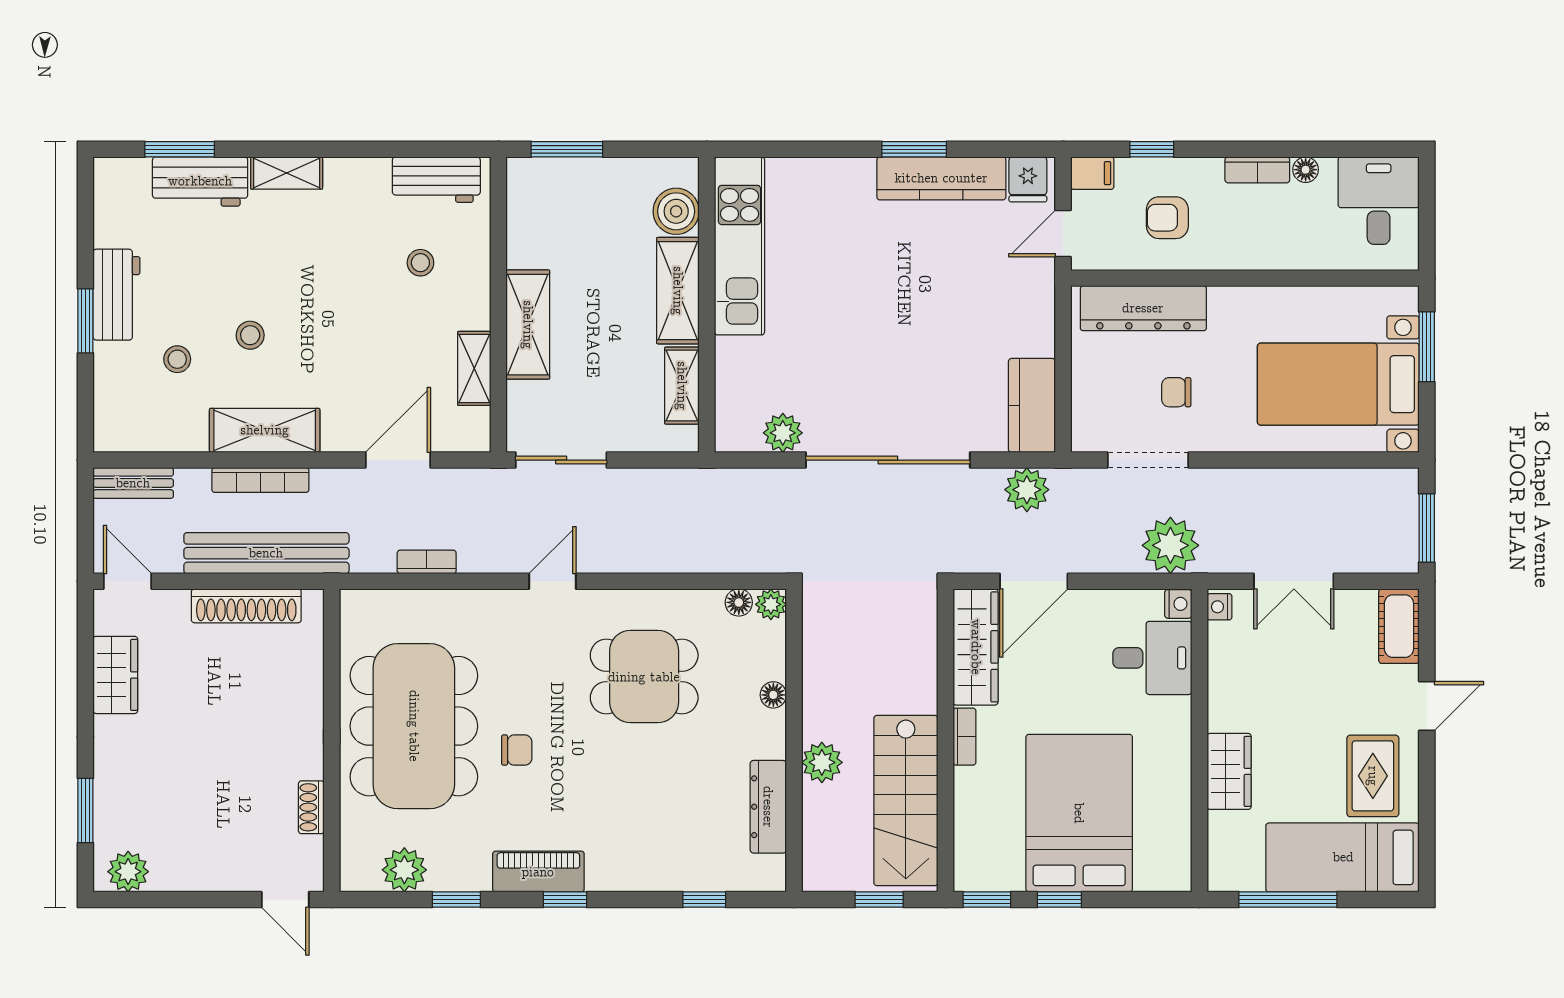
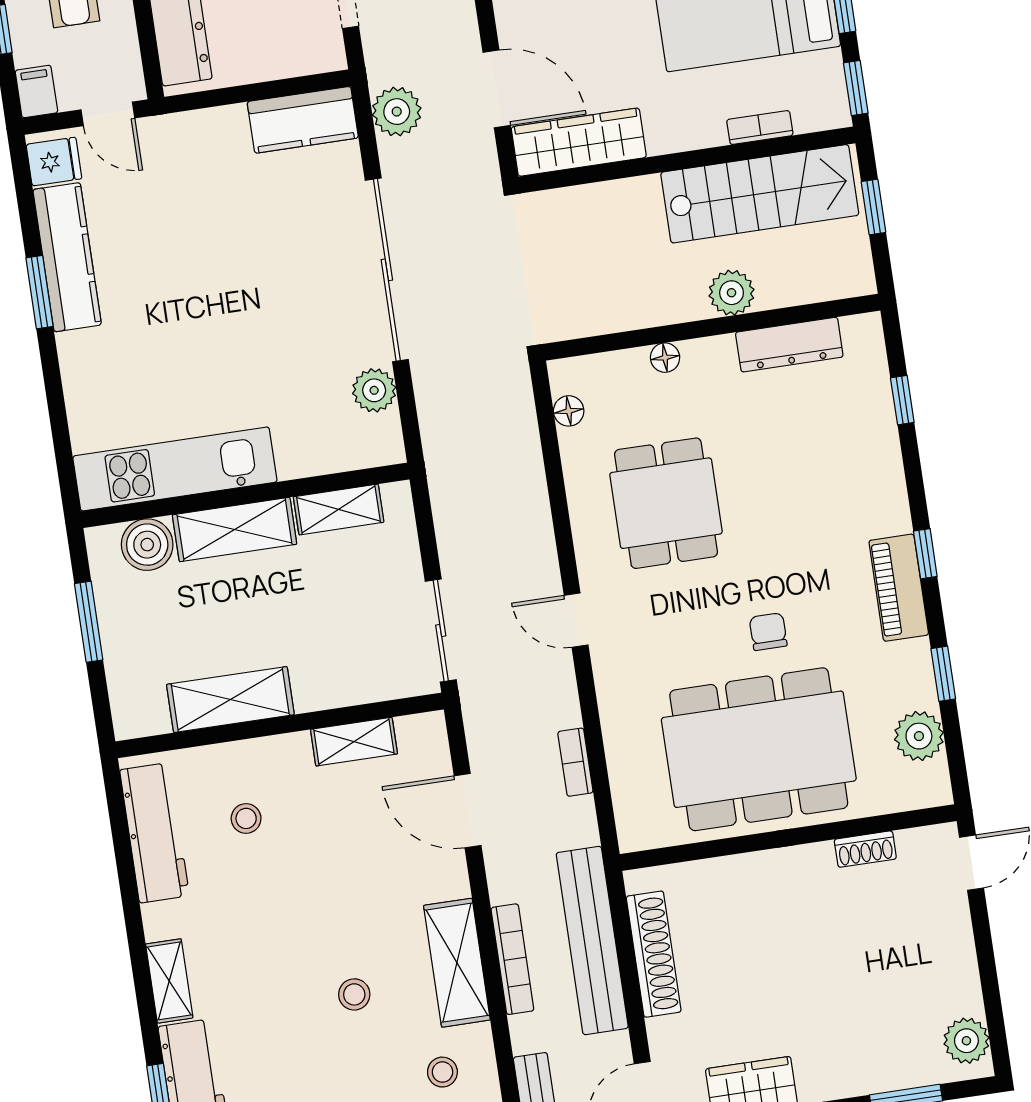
window: (567, 149) -> (89, 622), moved
workbench: (436, 180) -> (154, 833), width x1.38
shelving: (528, 325) -> (230, 700), moved
stool: (177, 359) -> (442, 1072), moved
plant: (771, 604) -> (565, 375), removed
bookcase: (965, 737) -> (760, 128), moved

